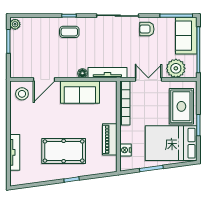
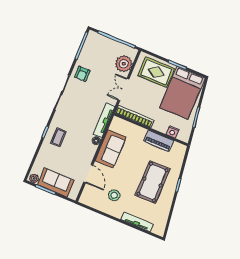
sofa: (186, 36) -> (56, 182), moved, turned 180
stool: (22, 94) -> (114, 195), moved

